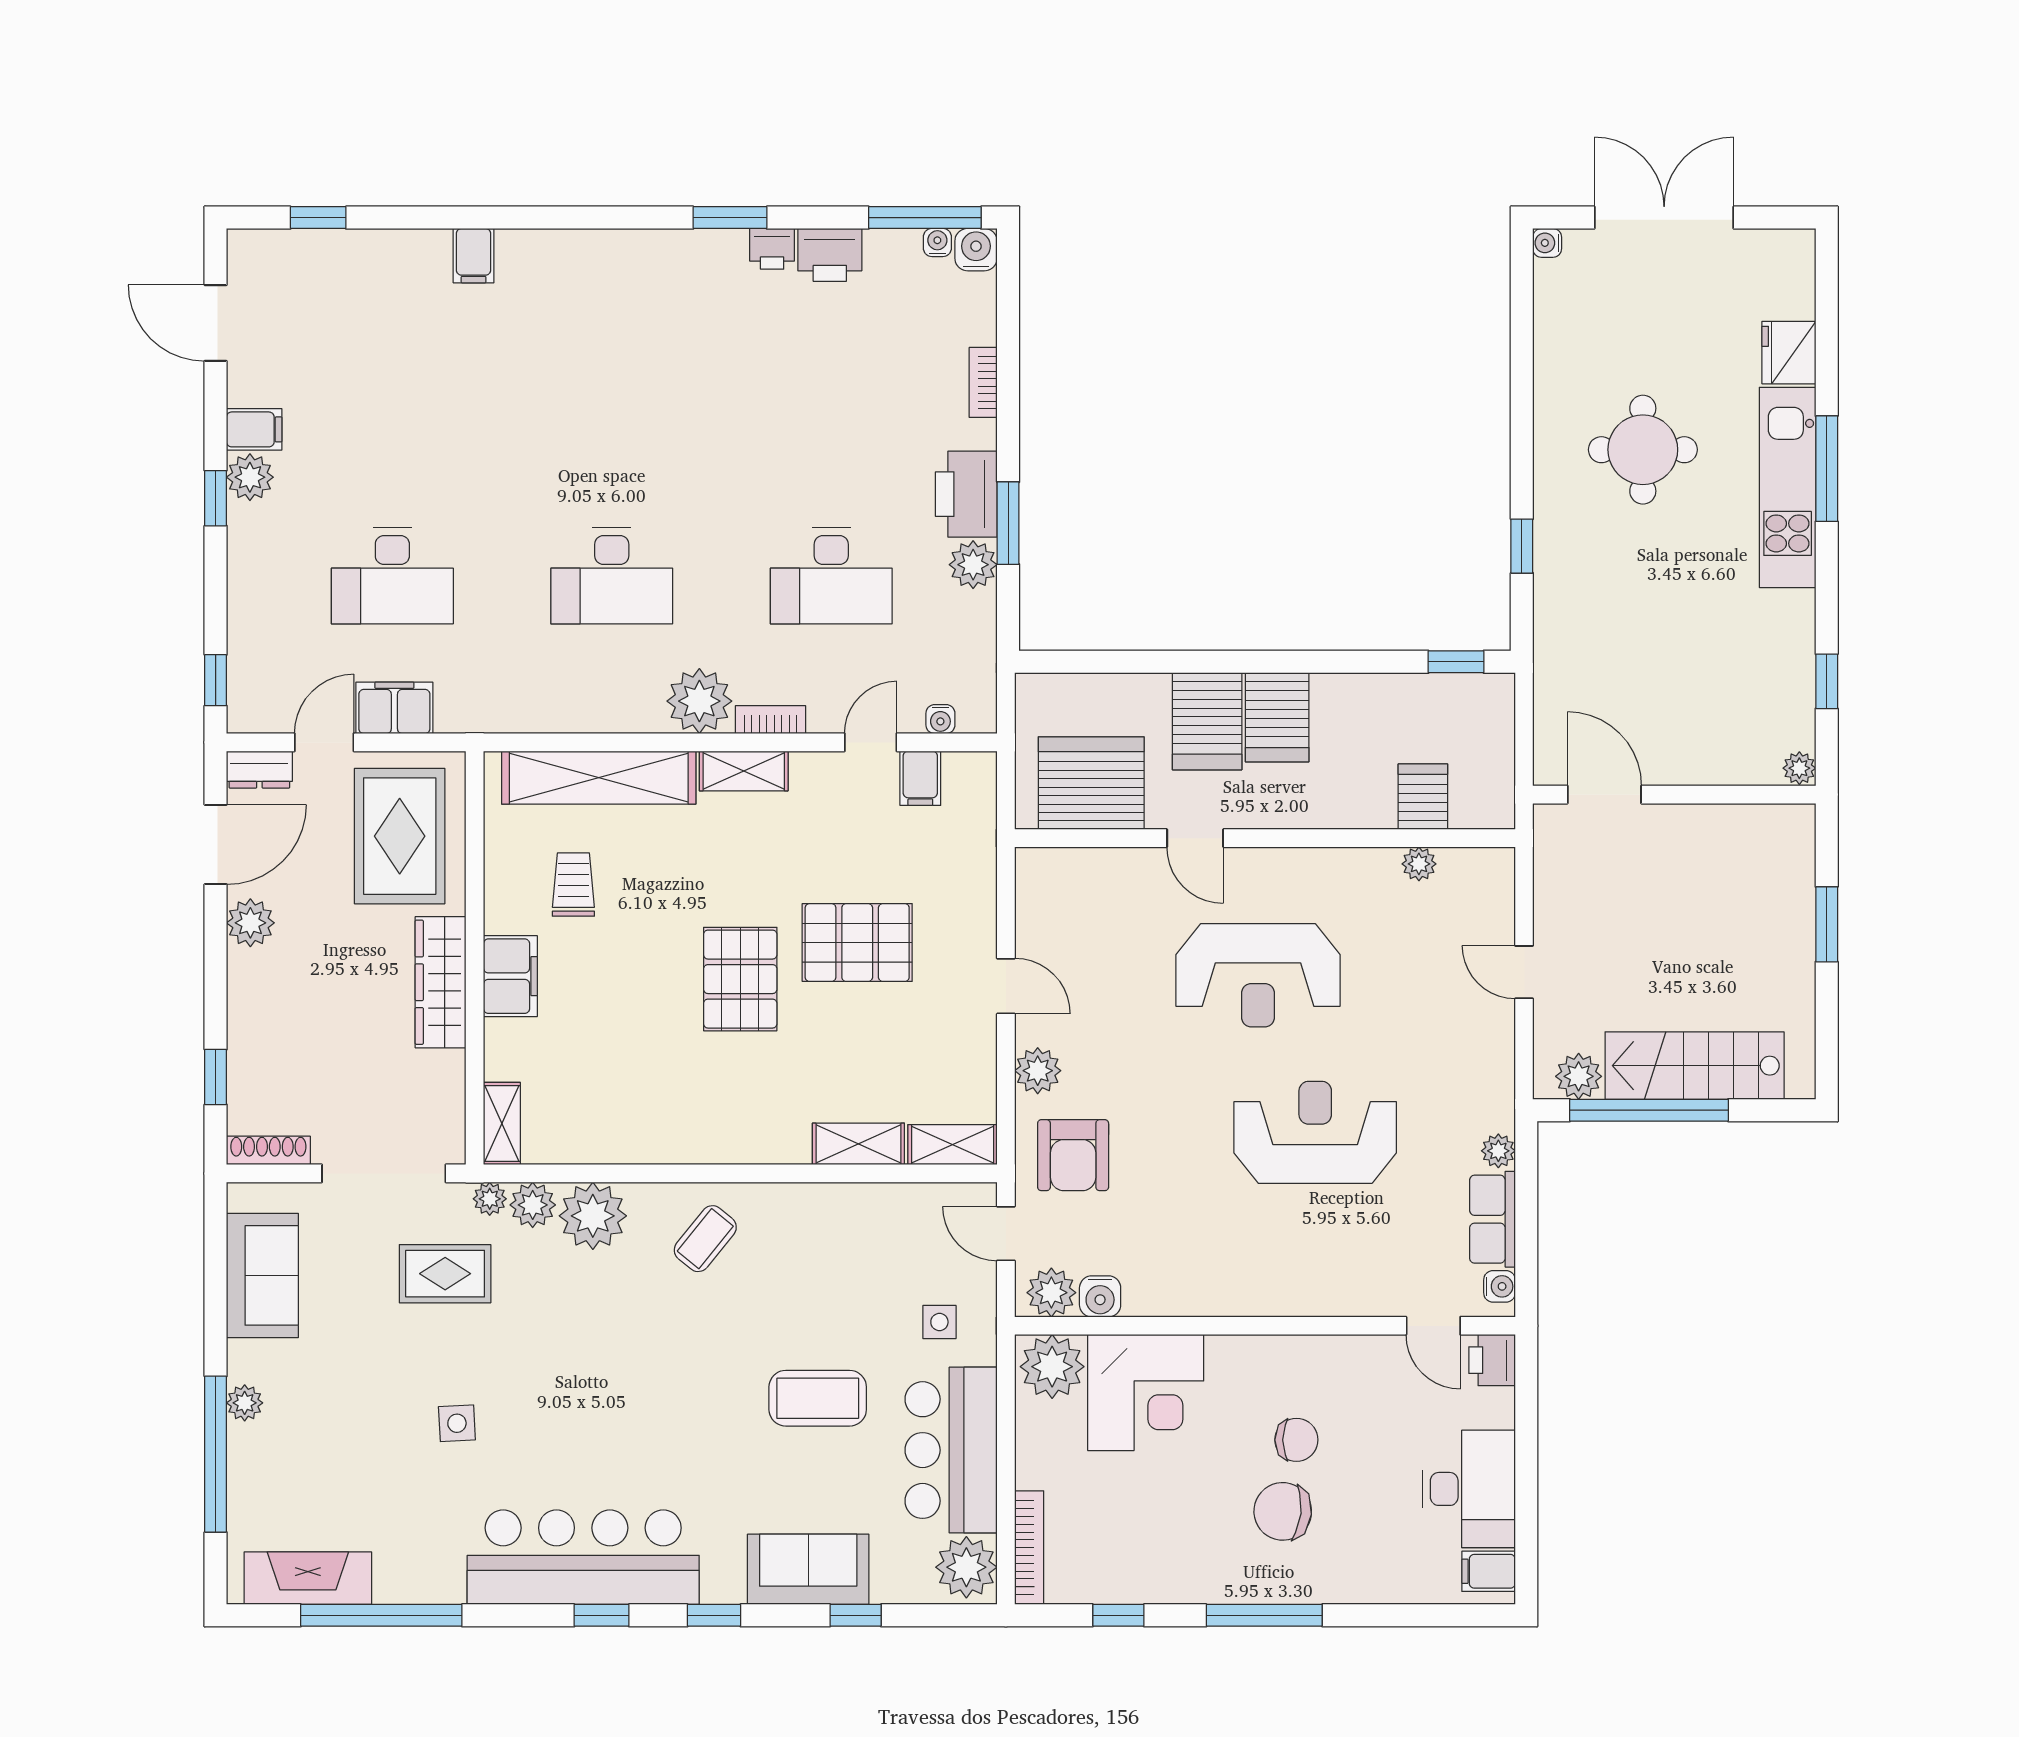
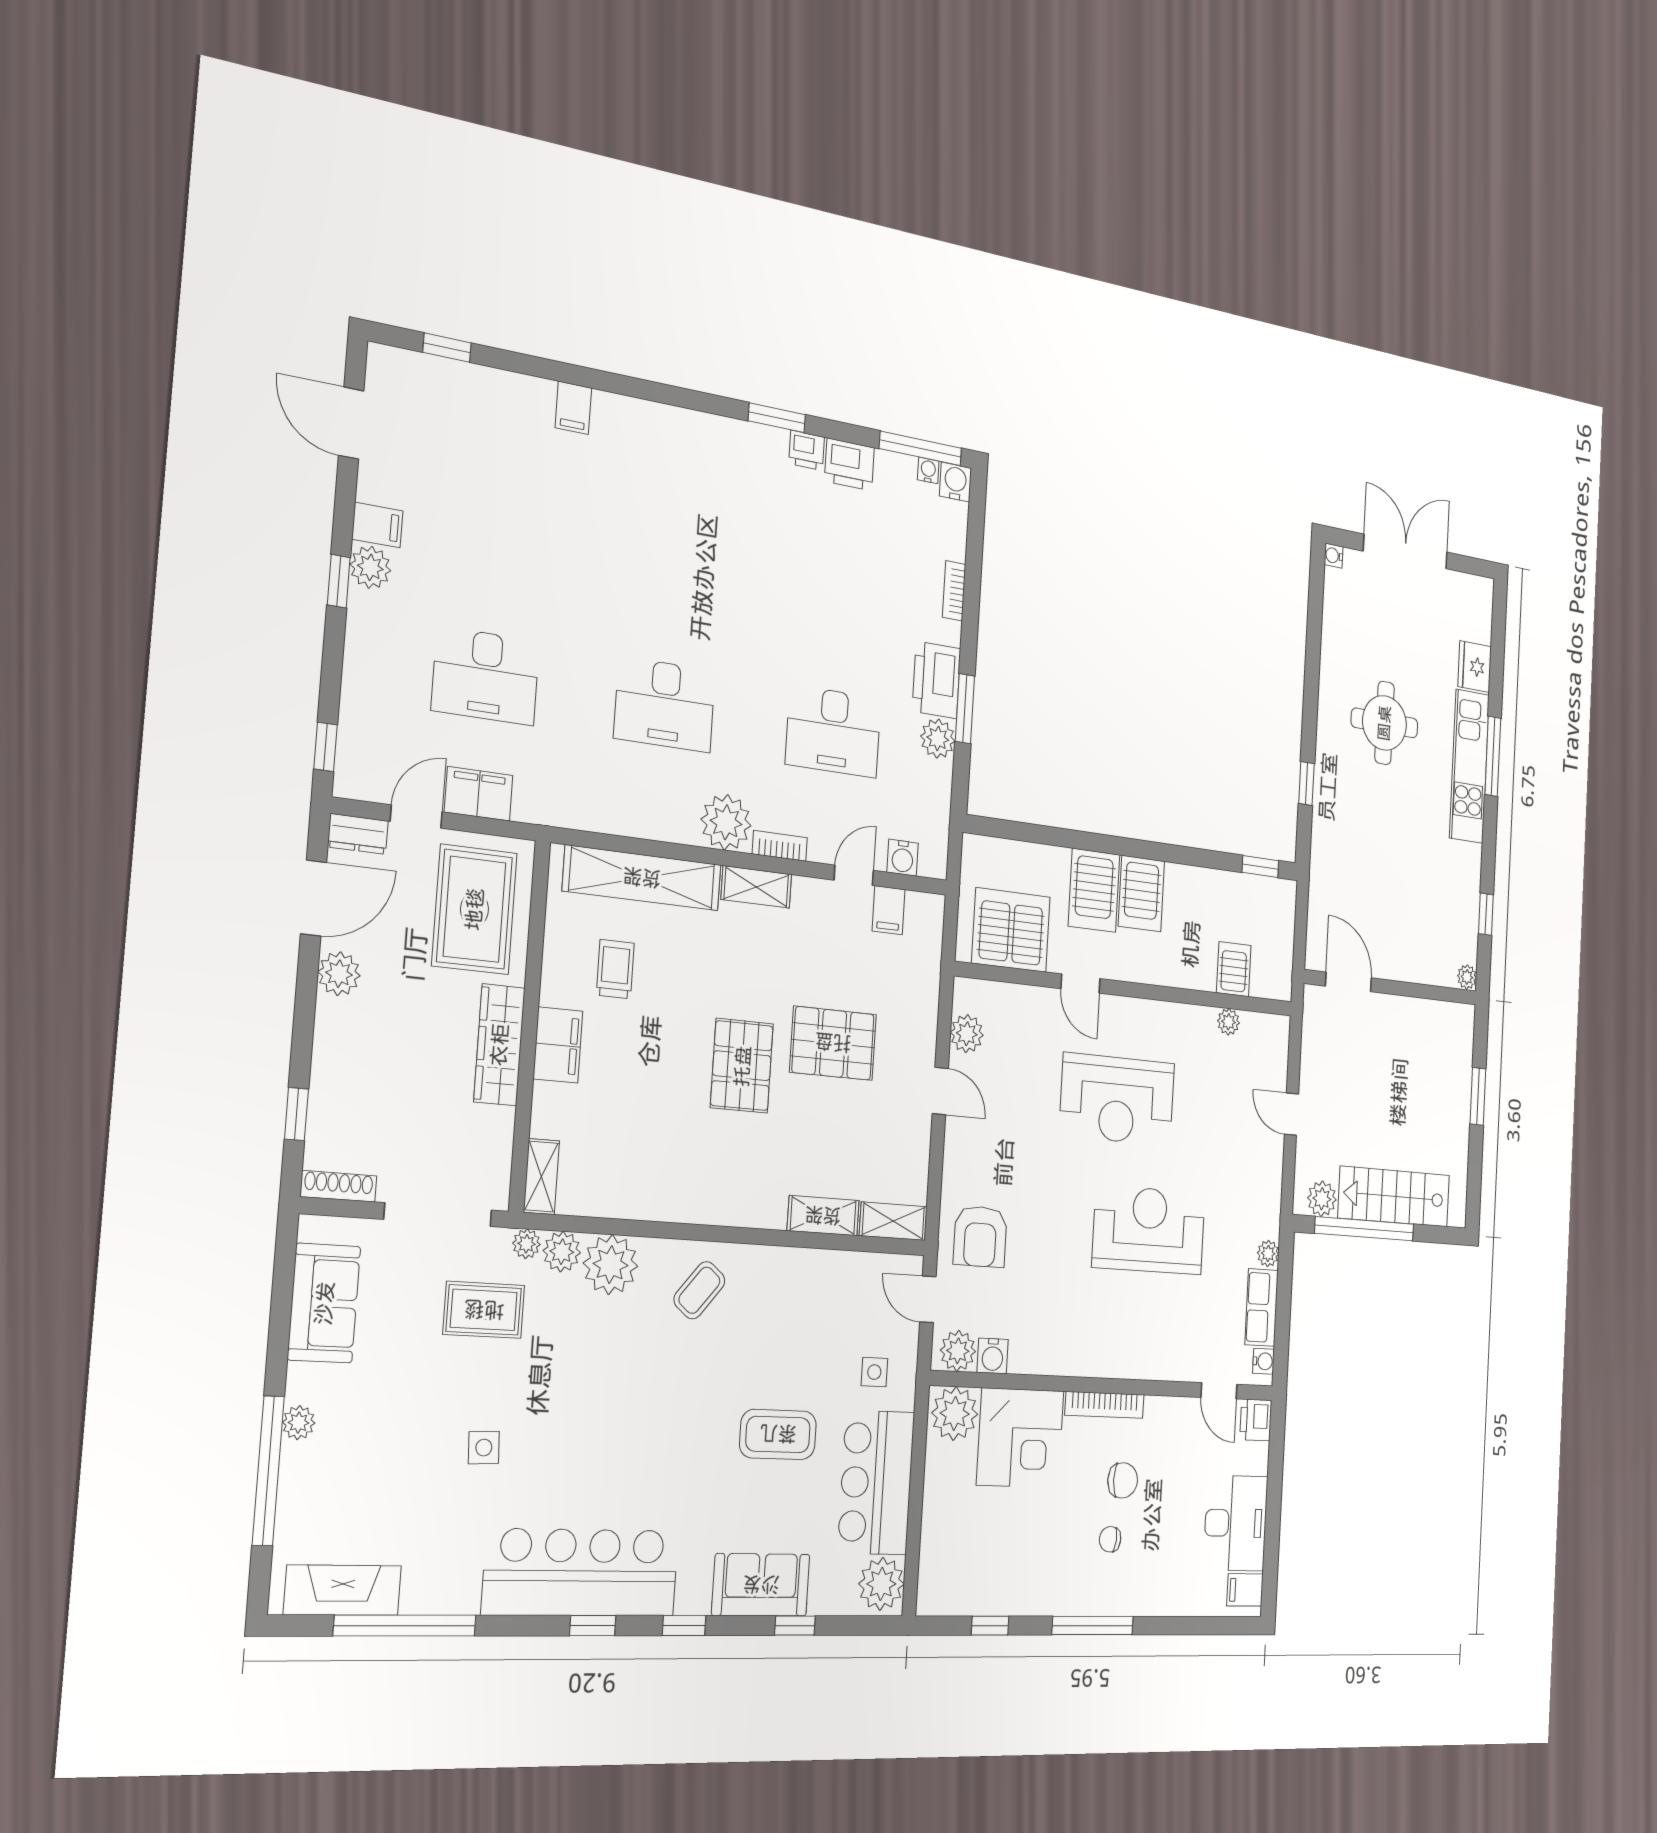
water cooler: (940, 719) -> (903, 858), width x1.38, depth x1.38
plant: (1038, 1071) -> (967, 1034), moved
chair: (1283, 1511) -> (1110, 1539), width x0.54, depth x0.54
bookcase: (1029, 1548) -> (1105, 1405), moved, turned 90

